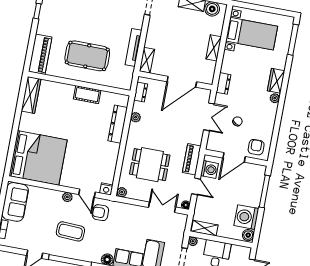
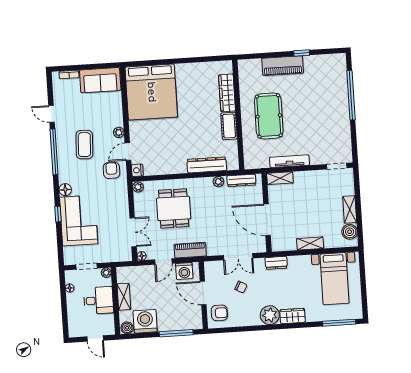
piano: (40, 54) -> (283, 66), moved
dresser: (141, 92) -> (241, 180), width x1.44
wardrobe: (31, 95) -> (227, 93), moved, turned 90
plant: (275, 98) -> (270, 315), width x1.88, depth x1.88
shelving: (205, 228) -> (124, 297), moved

